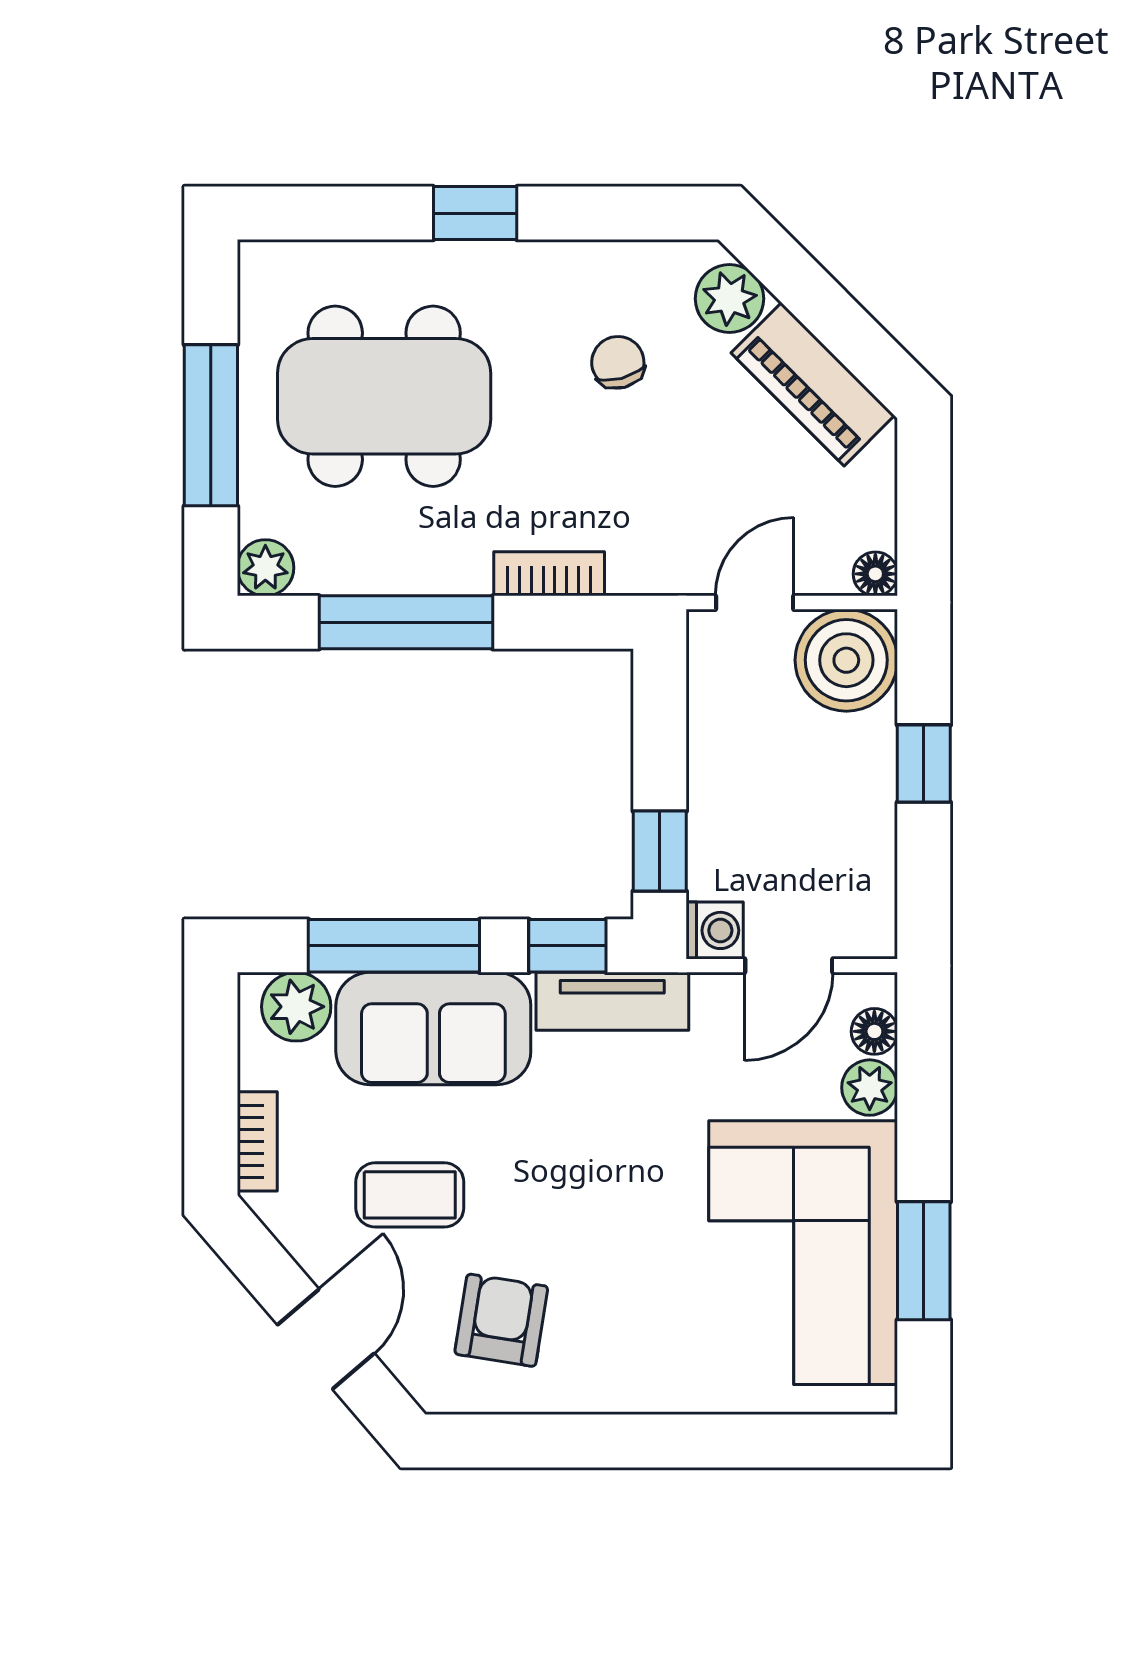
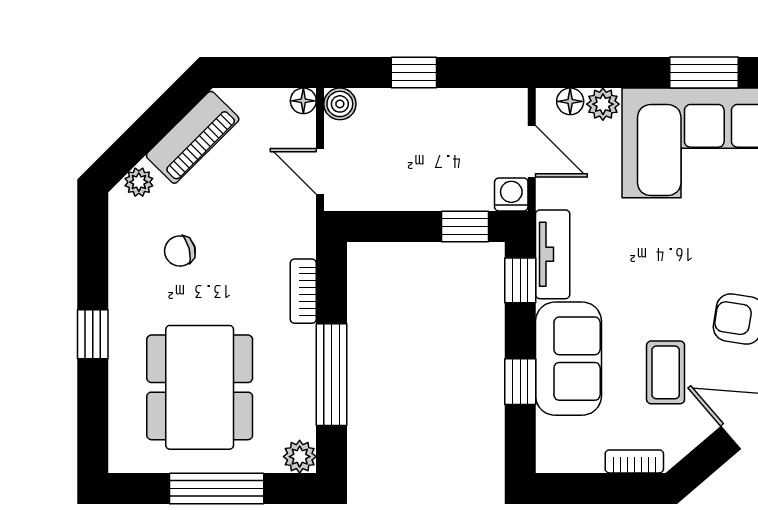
plant: (729, 299) -> (139, 182), width x0.73, depth x0.73
boiler: (846, 660) -> (340, 104), width x0.54, depth x0.54
window: (394, 946) -> (520, 382), width x0.46
plant: (296, 1007) -> (556, 439), removed

